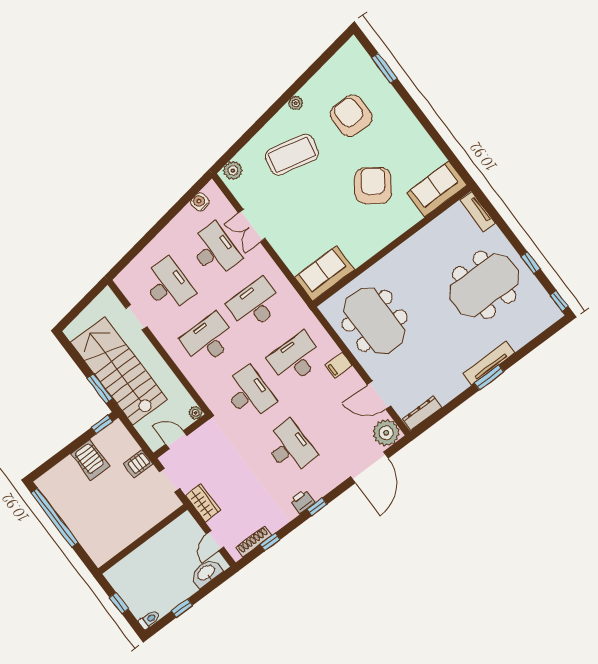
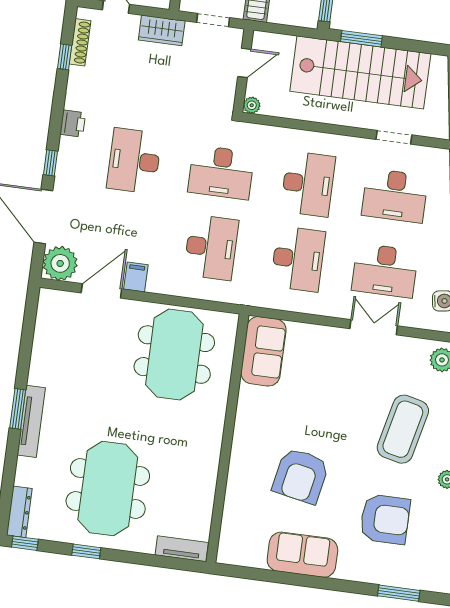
armchair: (373, 186) -> (301, 476), turned 66
sofa: (437, 189) -> (302, 555), moved, turned -90
meeting table: (375, 321) -> (174, 355), turned 90
filing cabinet: (339, 365) -> (136, 277), moved
dresser: (422, 413) -> (19, 512), moved
desk: (290, 447) -> (134, 161), turned 90
window: (317, 507) -> (51, 163), moved

